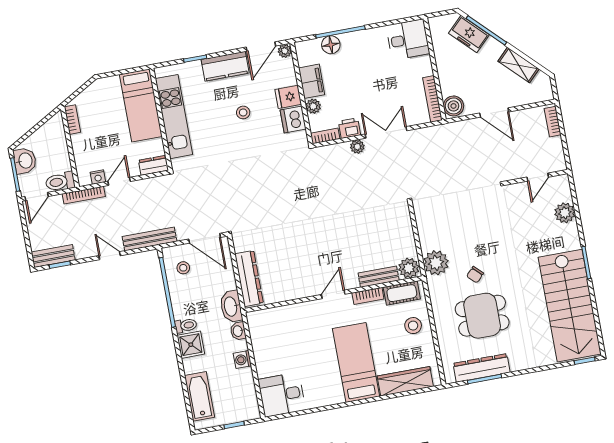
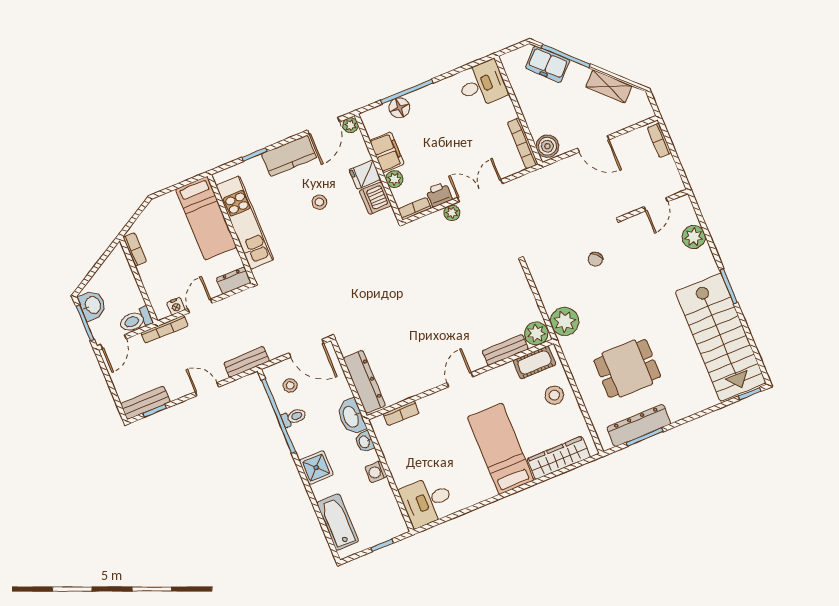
bench: (149, 239) -> (247, 362), width x0.73
chair: (475, 275) -> (595, 259), moved
bookcase: (368, 296) -> (401, 413), moved
toilet: (186, 325) -> (294, 417), moved

